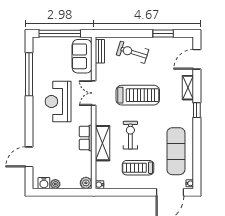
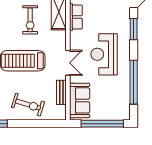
bench: (100, 51) -> (61, 92), moved
reception desk: (58, 101) -> (104, 54), turned 180
window: (29, 126) -> (134, 29), added

